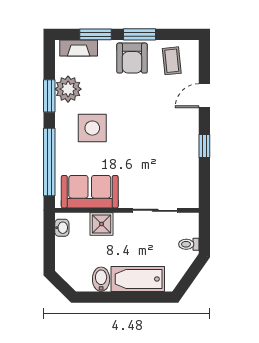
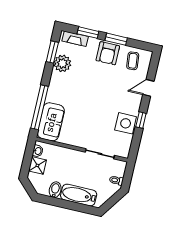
window: (49, 96) -> (52, 52), moved
side table: (92, 128) -> (126, 123), moved
sofa: (90, 192) -> (51, 122), moved, turned 90
shower: (101, 224) -> (37, 165), moved

